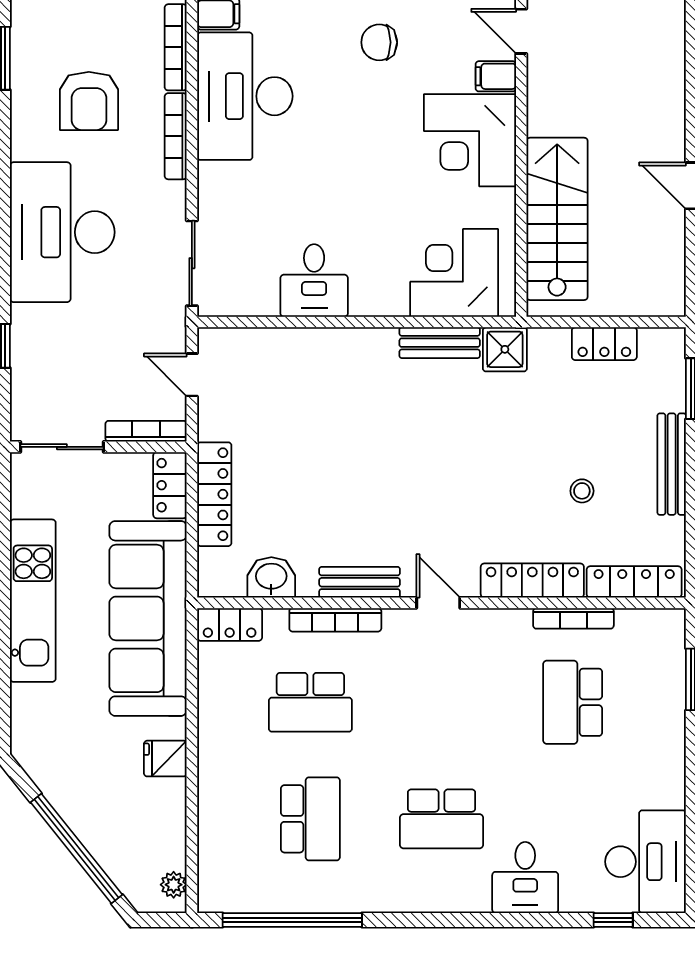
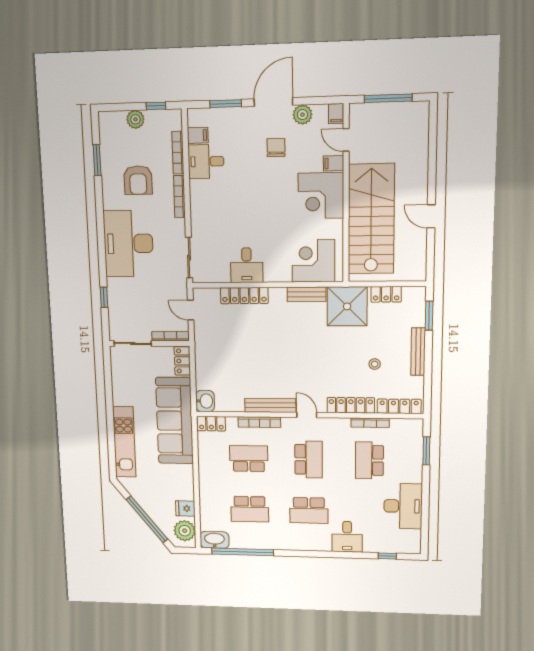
chair: (379, 42) -> (276, 148), turned 90
desk: (245, 96) -> (206, 161), width x0.53, depth x0.77
stairs: (557, 219) -> (371, 219), width x1.36, depth x1.51
shower: (505, 349) -> (347, 306), width x1.86, depth x1.86
locker: (214, 494) -> (244, 296), moved, turned 90
washbasin: (271, 577) -> (205, 401), moved, turned 90
bench: (360, 582) -> (270, 405), width x1.36
kitchen unit: (33, 601) -> (124, 442), moved
school desk: (310, 702) -> (249, 459), turned 180
school desk: (441, 702) -> (309, 459), added
fridge: (165, 759) -> (185, 508), moved
school desk: (310, 819) -> (250, 509), turned 90
desk: (646, 862) -> (403, 506), moved
plant: (174, 885) -> (185, 531), width x1.88, depth x1.88
washbasin: (230, 893) -> (215, 540), added

